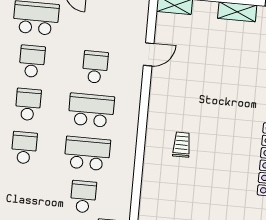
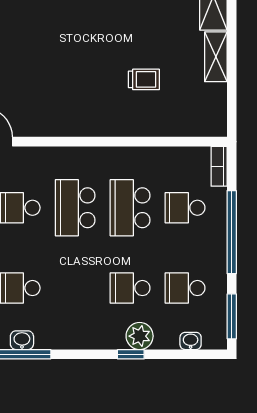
school desk: (28, 105) -> (185, 288), moved
trolley: (182, 145) -> (144, 79), moved, turned 180

